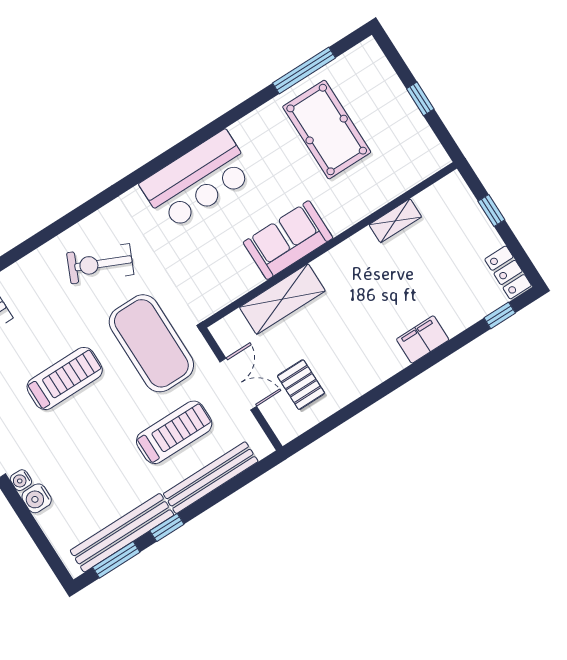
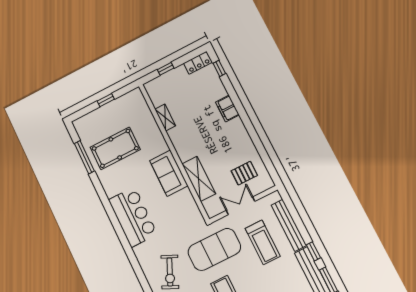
treadmill: (174, 432) -> (263, 242), turned 180

